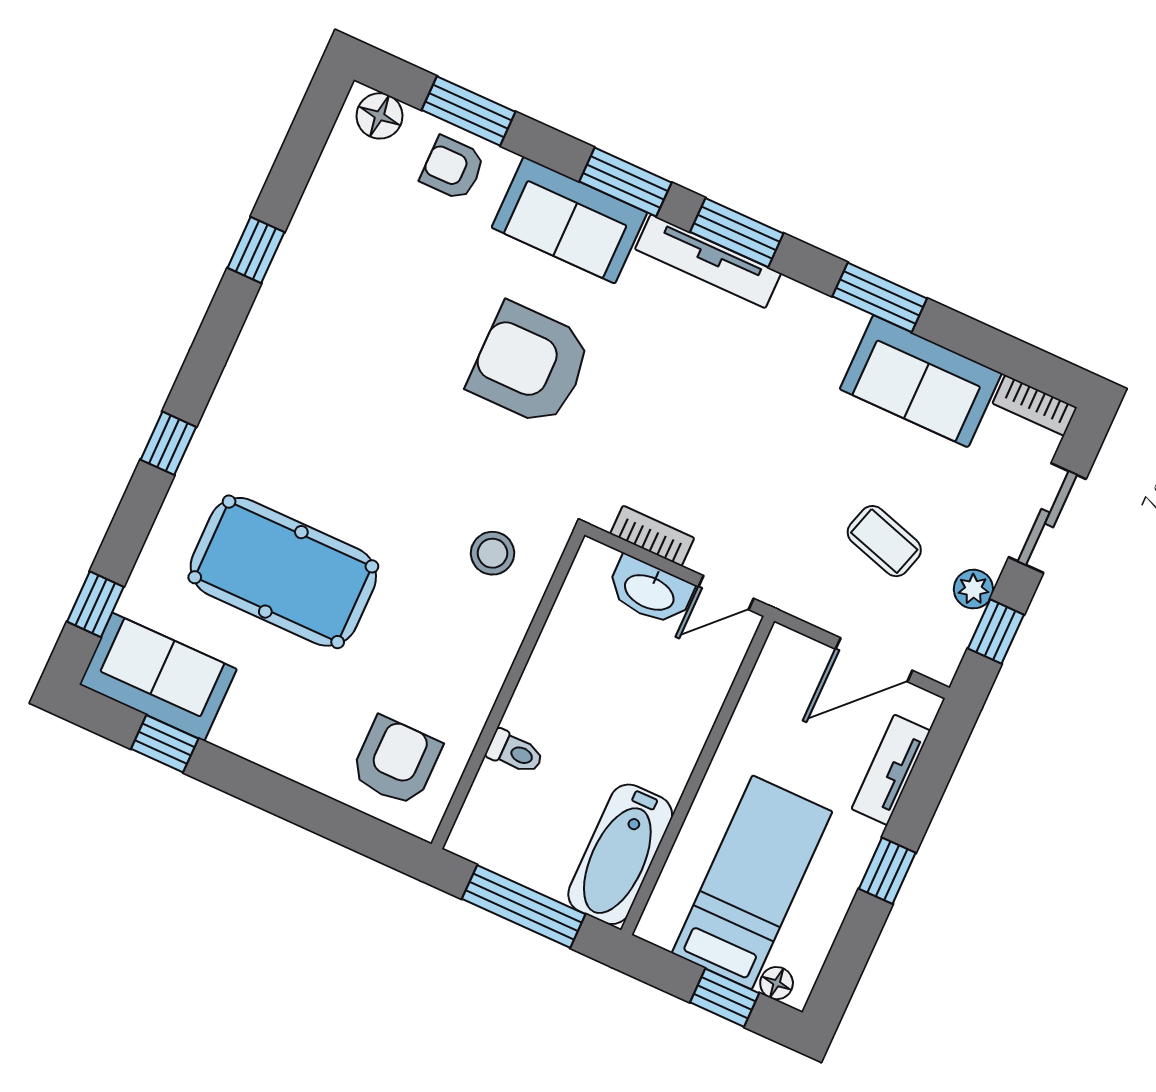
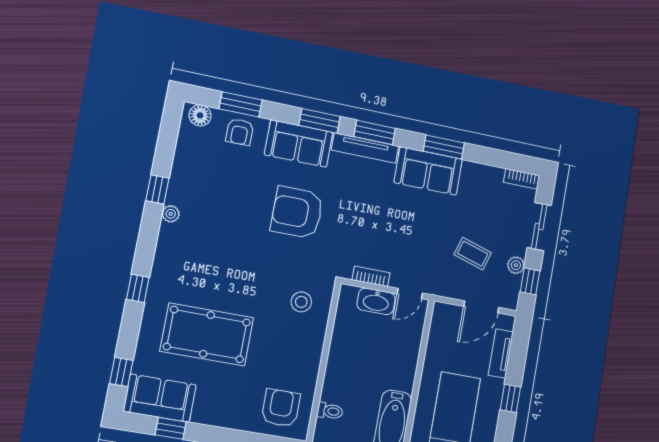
armchair: (453, 168) -> (240, 132), turned -90
plant: (271, 307) -> (171, 214), added
sofa: (921, 381) -> (428, 171), moved
toilet: (515, 752) -> (330, 411), moved

